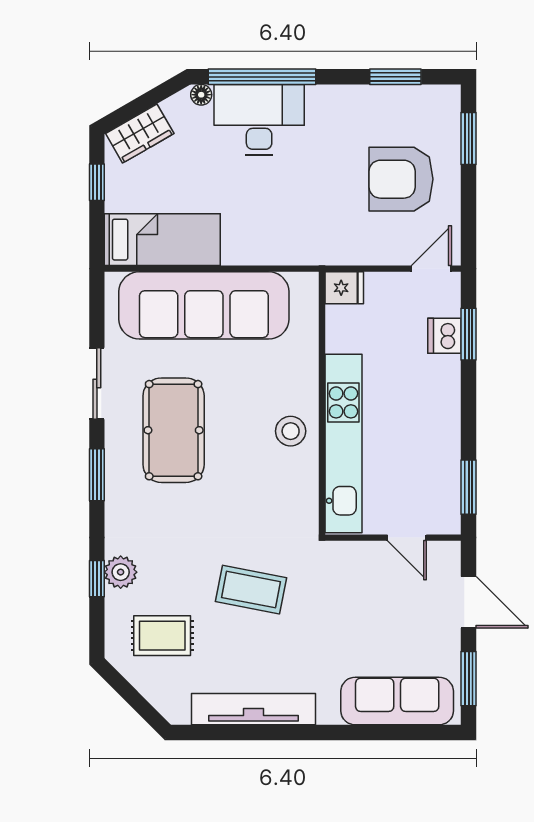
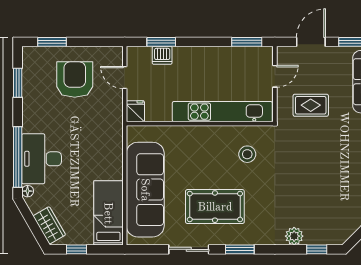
armchair: (401, 179) -> (75, 80), turned 180
door: (431, 269) -> (125, 77), moved
stool: (291, 431) -> (247, 154), moved
window: (97, 579) -> (317, 249), moved
coffee table: (251, 590) -> (304, 163), removed
rug: (162, 636) -> (311, 105), moved, turned 90

